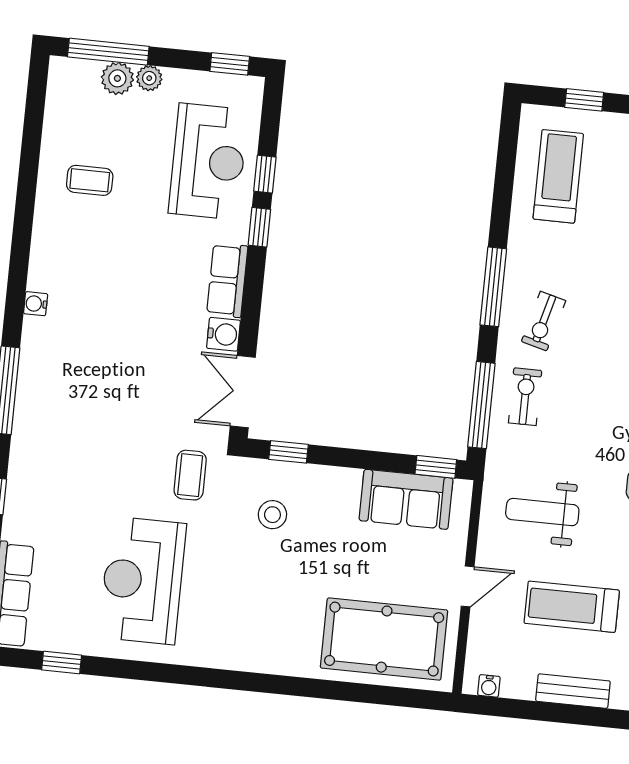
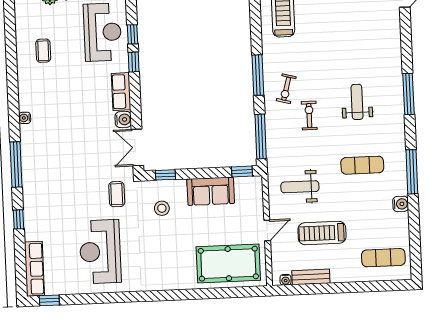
coffee table: (90, 180) -> (43, 51), turned 90
exercise bike: (525, 397) -> (309, 115), moved
sofa: (406, 499) -> (211, 191), moved
window: (62, 662) -> (49, 300), moved
bench: (573, 691) -> (311, 277), moved

